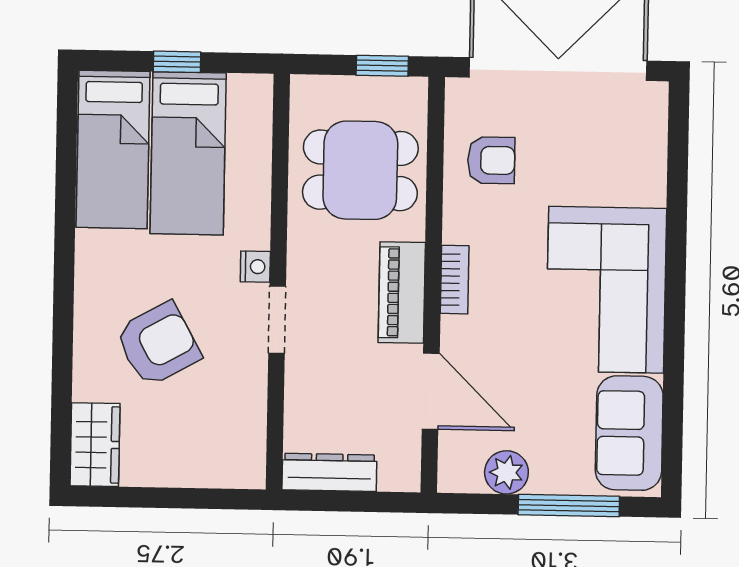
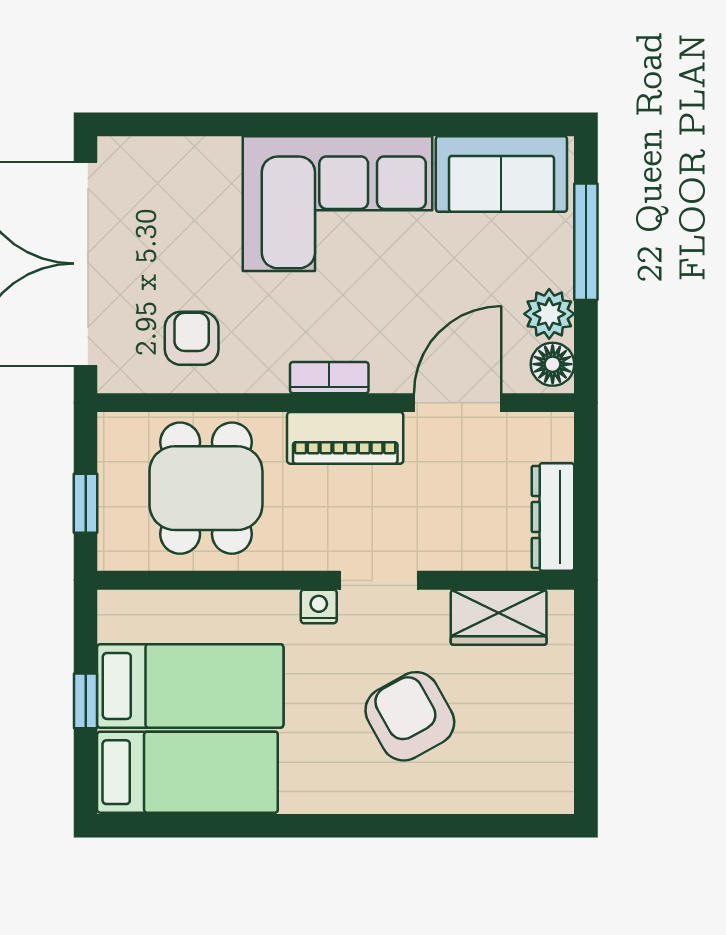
window: (382, 66) -> (86, 503), moved
wardrobe: (95, 445) -> (499, 617), moved, turned 180
floor lamp: (463, 474) -> (553, 364), added

